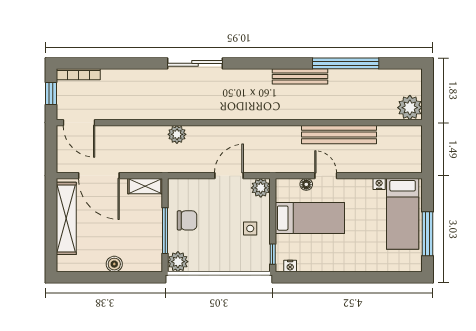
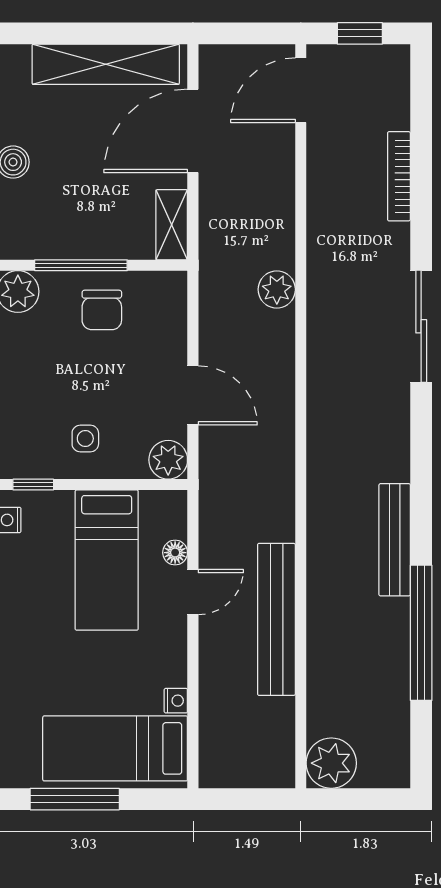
bookcase: (78, 74) -> (399, 176), moved

